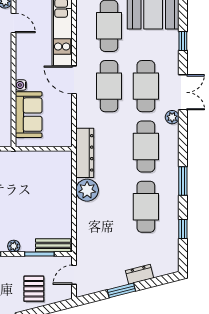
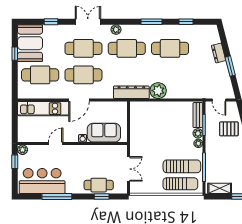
door: (13, 23) -> (56, 144), moved
plant: (172, 117) -> (116, 30), moved
plant: (28, 246) -> (198, 133), added

